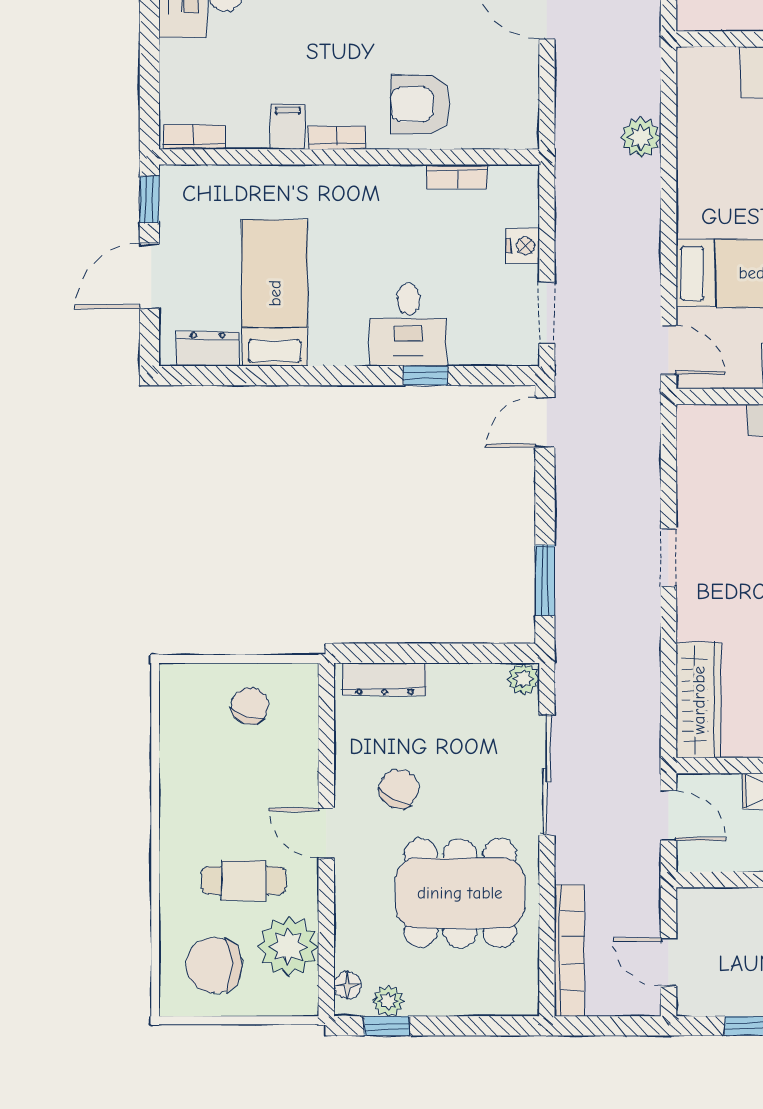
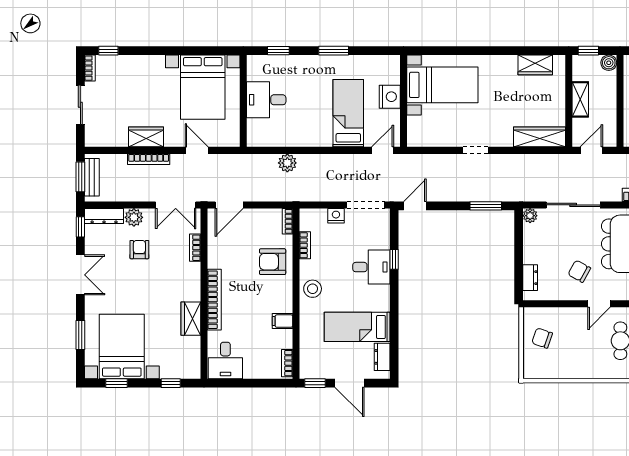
armchair: (420, 105) -> (273, 262), turned 90
bookcase: (337, 138) -> (287, 221), moved
stool: (360, 194) -> (313, 289), added
doorway: (547, 313) -> (366, 205), width x1.38
door: (545, 422) -> (415, 206), swing flipped
dresser: (385, 679) -> (530, 278), width x0.70

